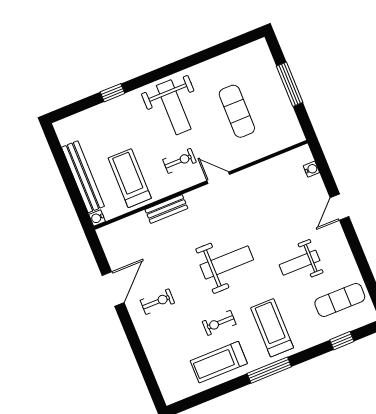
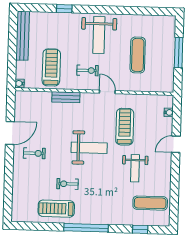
bench: (83, 177) -> (23, 36), moved
weight bench: (300, 263) -> (135, 168), turned -90
treadmill: (272, 328) -> (125, 127), moved
window: (269, 370) -> (86, 228), width x1.46

